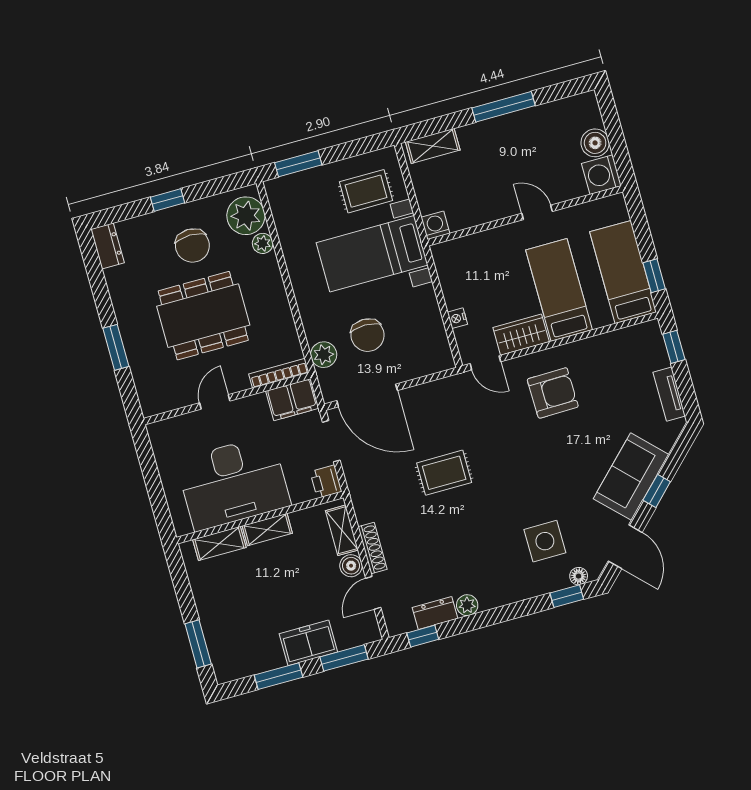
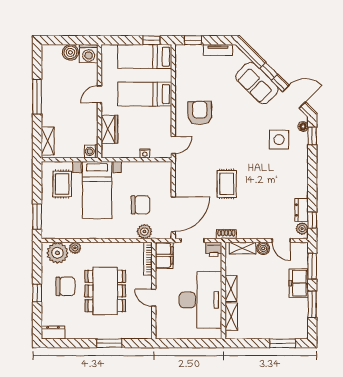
wardrobe: (521, 335) -> (109, 129), moved, turned 180
shoe rack: (373, 548) -> (226, 234), moved, width x0.70
plant: (467, 605) -> (302, 229), moved

